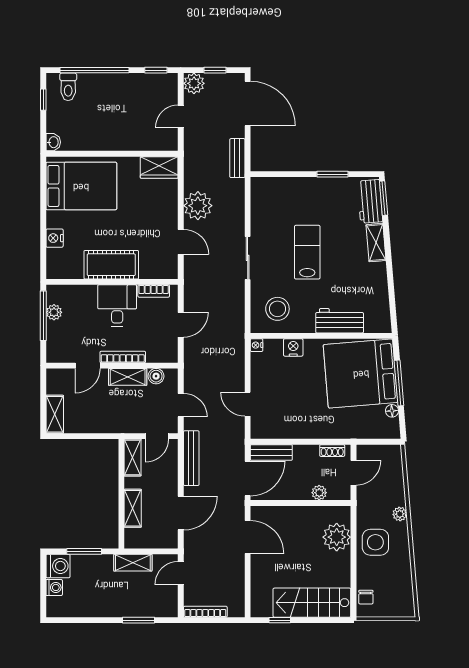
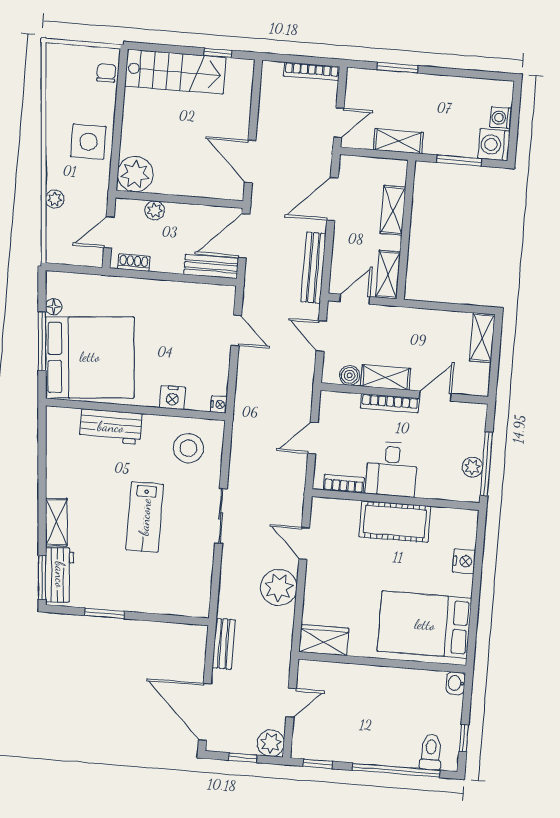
plant: (400, 514) -> (55, 199), moved
plant: (337, 537) -> (135, 174), moved

